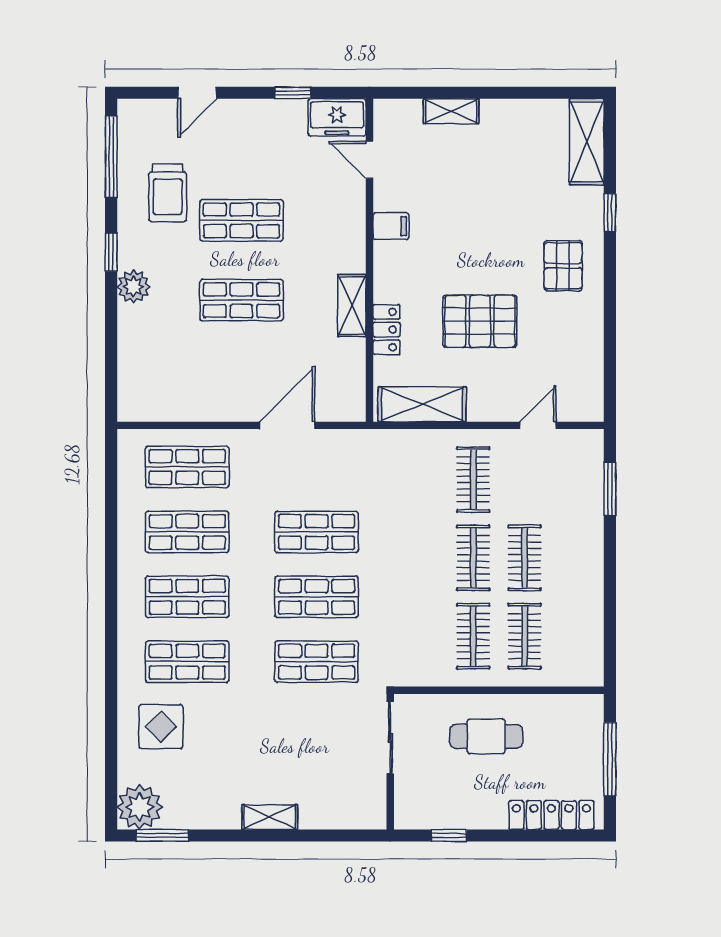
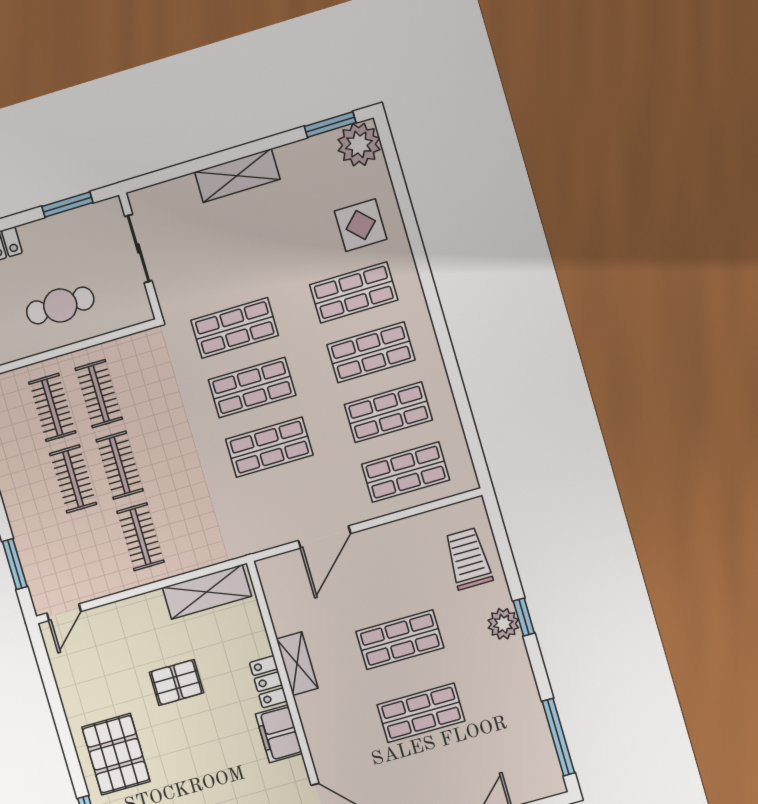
trolley: (168, 193) -> (468, 559), moved
filing cabinet: (391, 226) -> (279, 734), width x2.00
window: (111, 252) -> (524, 617), moved
pallet: (563, 266) -> (116, 754), width x1.50, depth x1.42
pallet: (480, 321) -> (176, 682), width x0.67, depth x0.71
locker: (386, 330) -> (268, 682), moved
door: (538, 425) -> (64, 612), moved
sliding door: (390, 738) -> (138, 248), moved
shelving: (270, 817) -> (237, 176), width x1.50, depth x1.33
window: (449, 835) -> (67, 205), width x1.50

